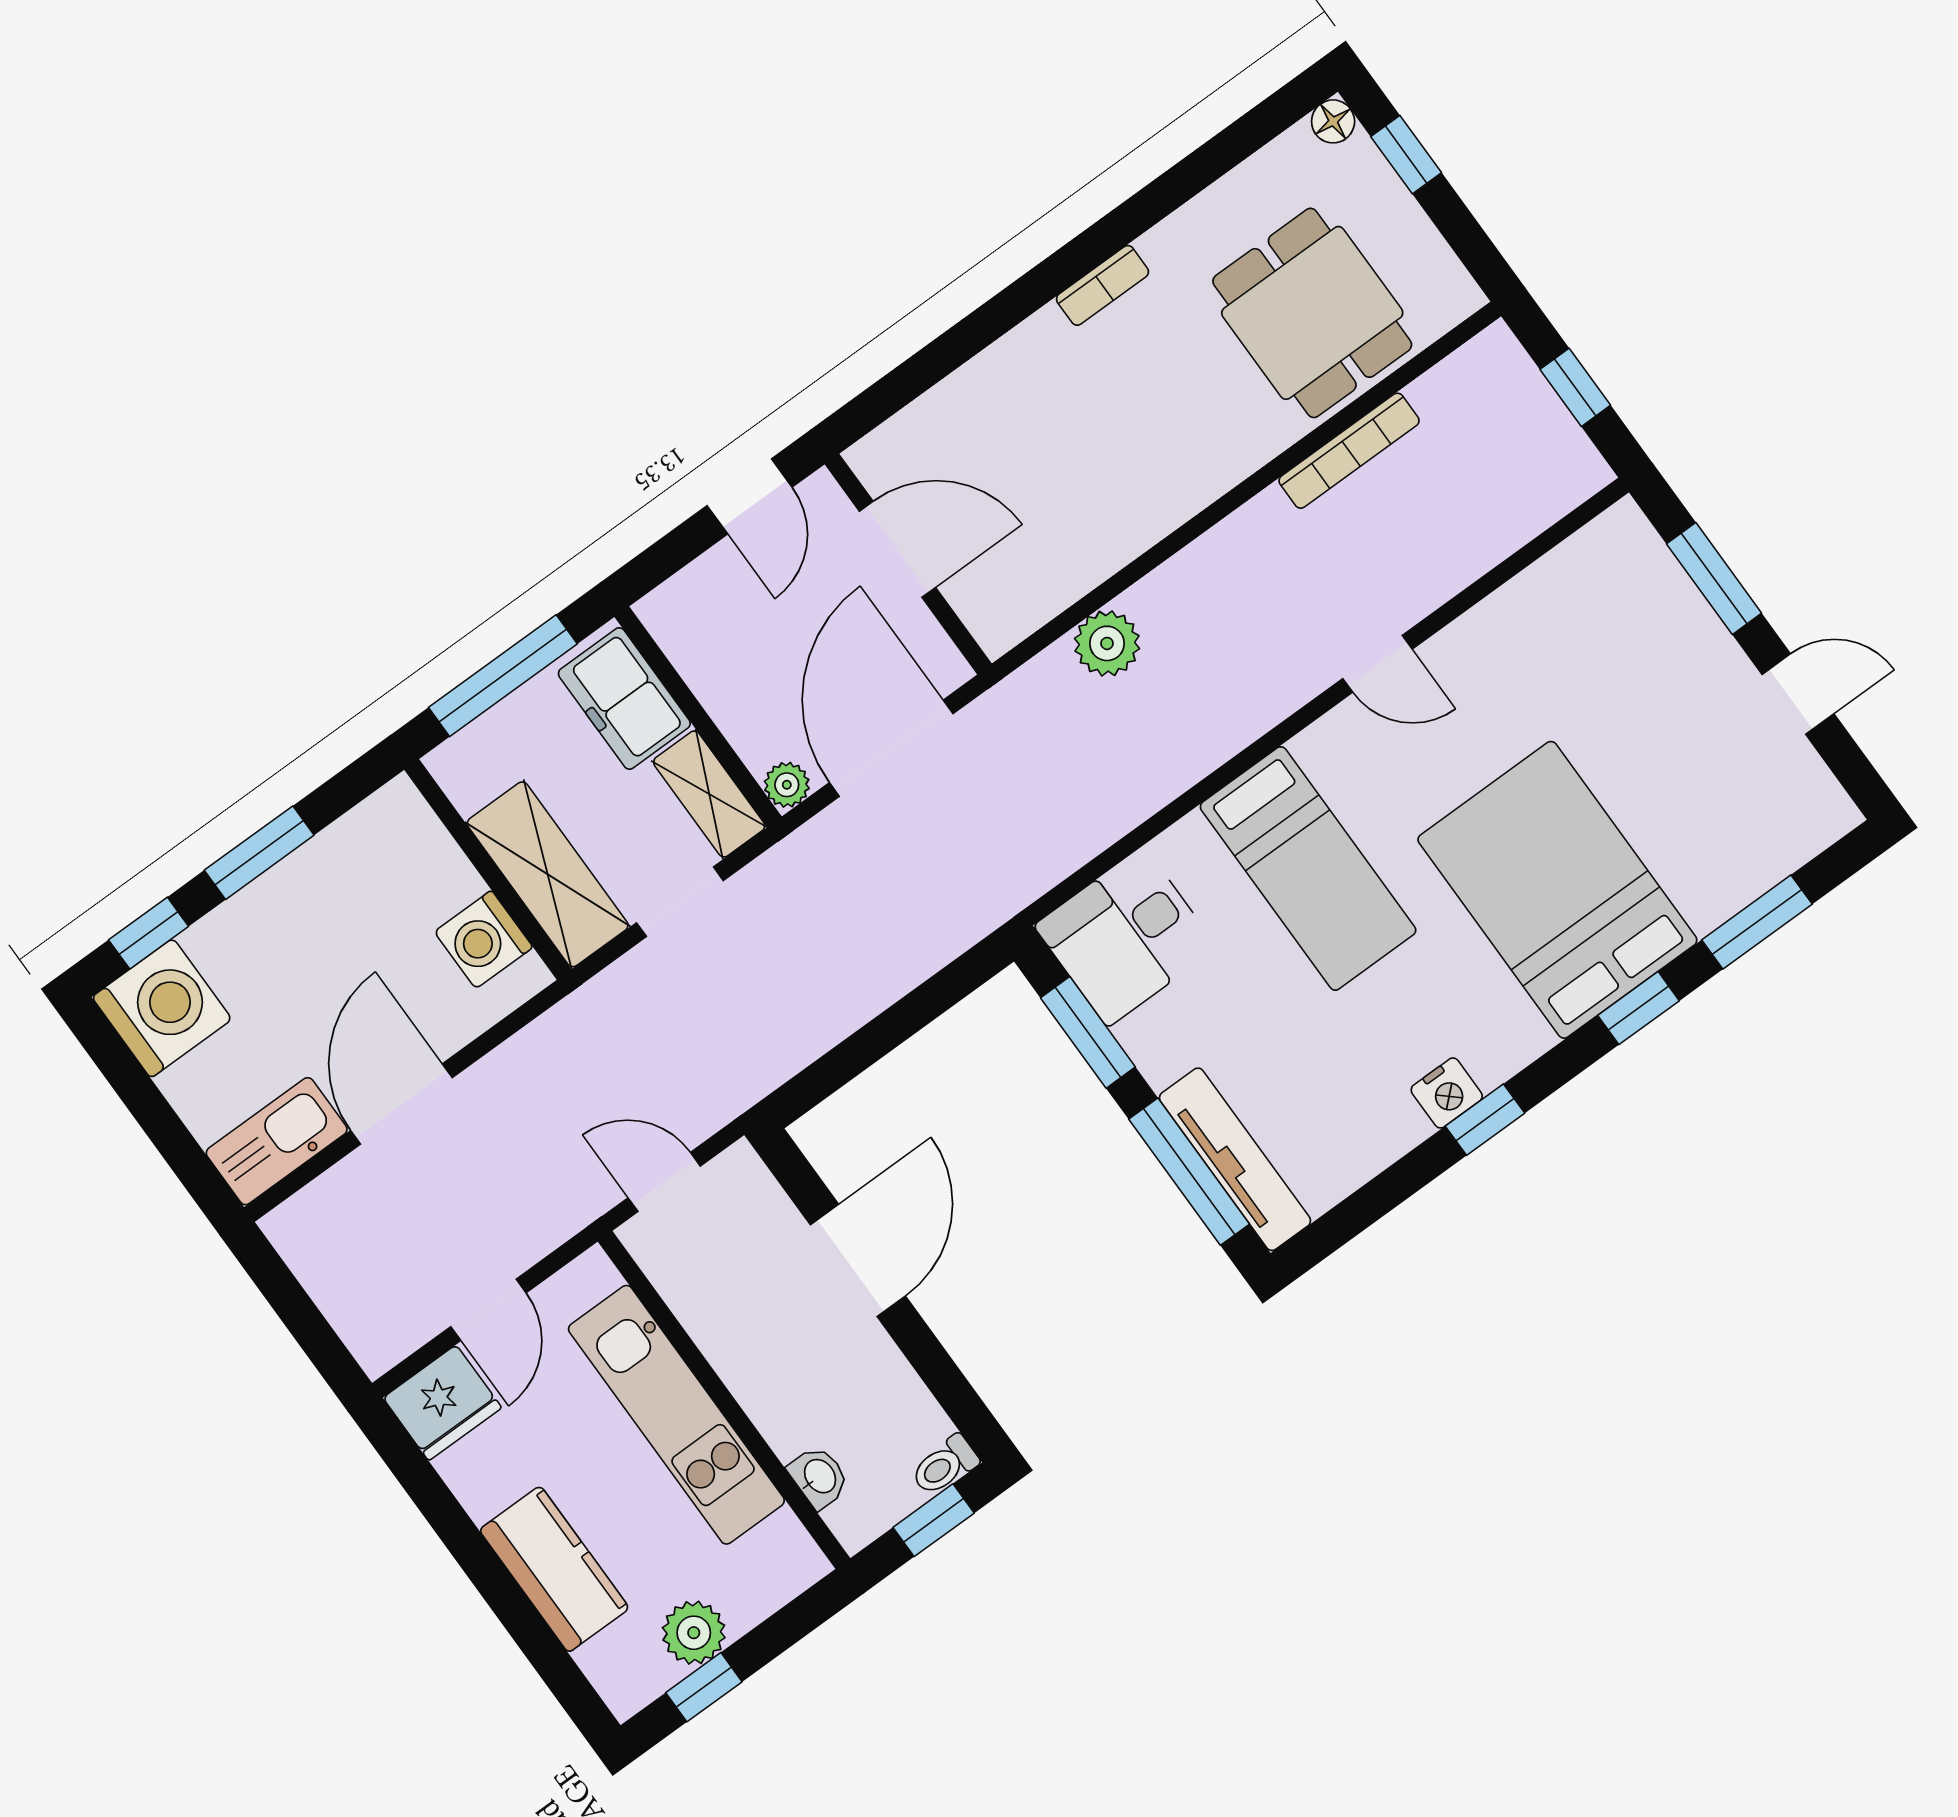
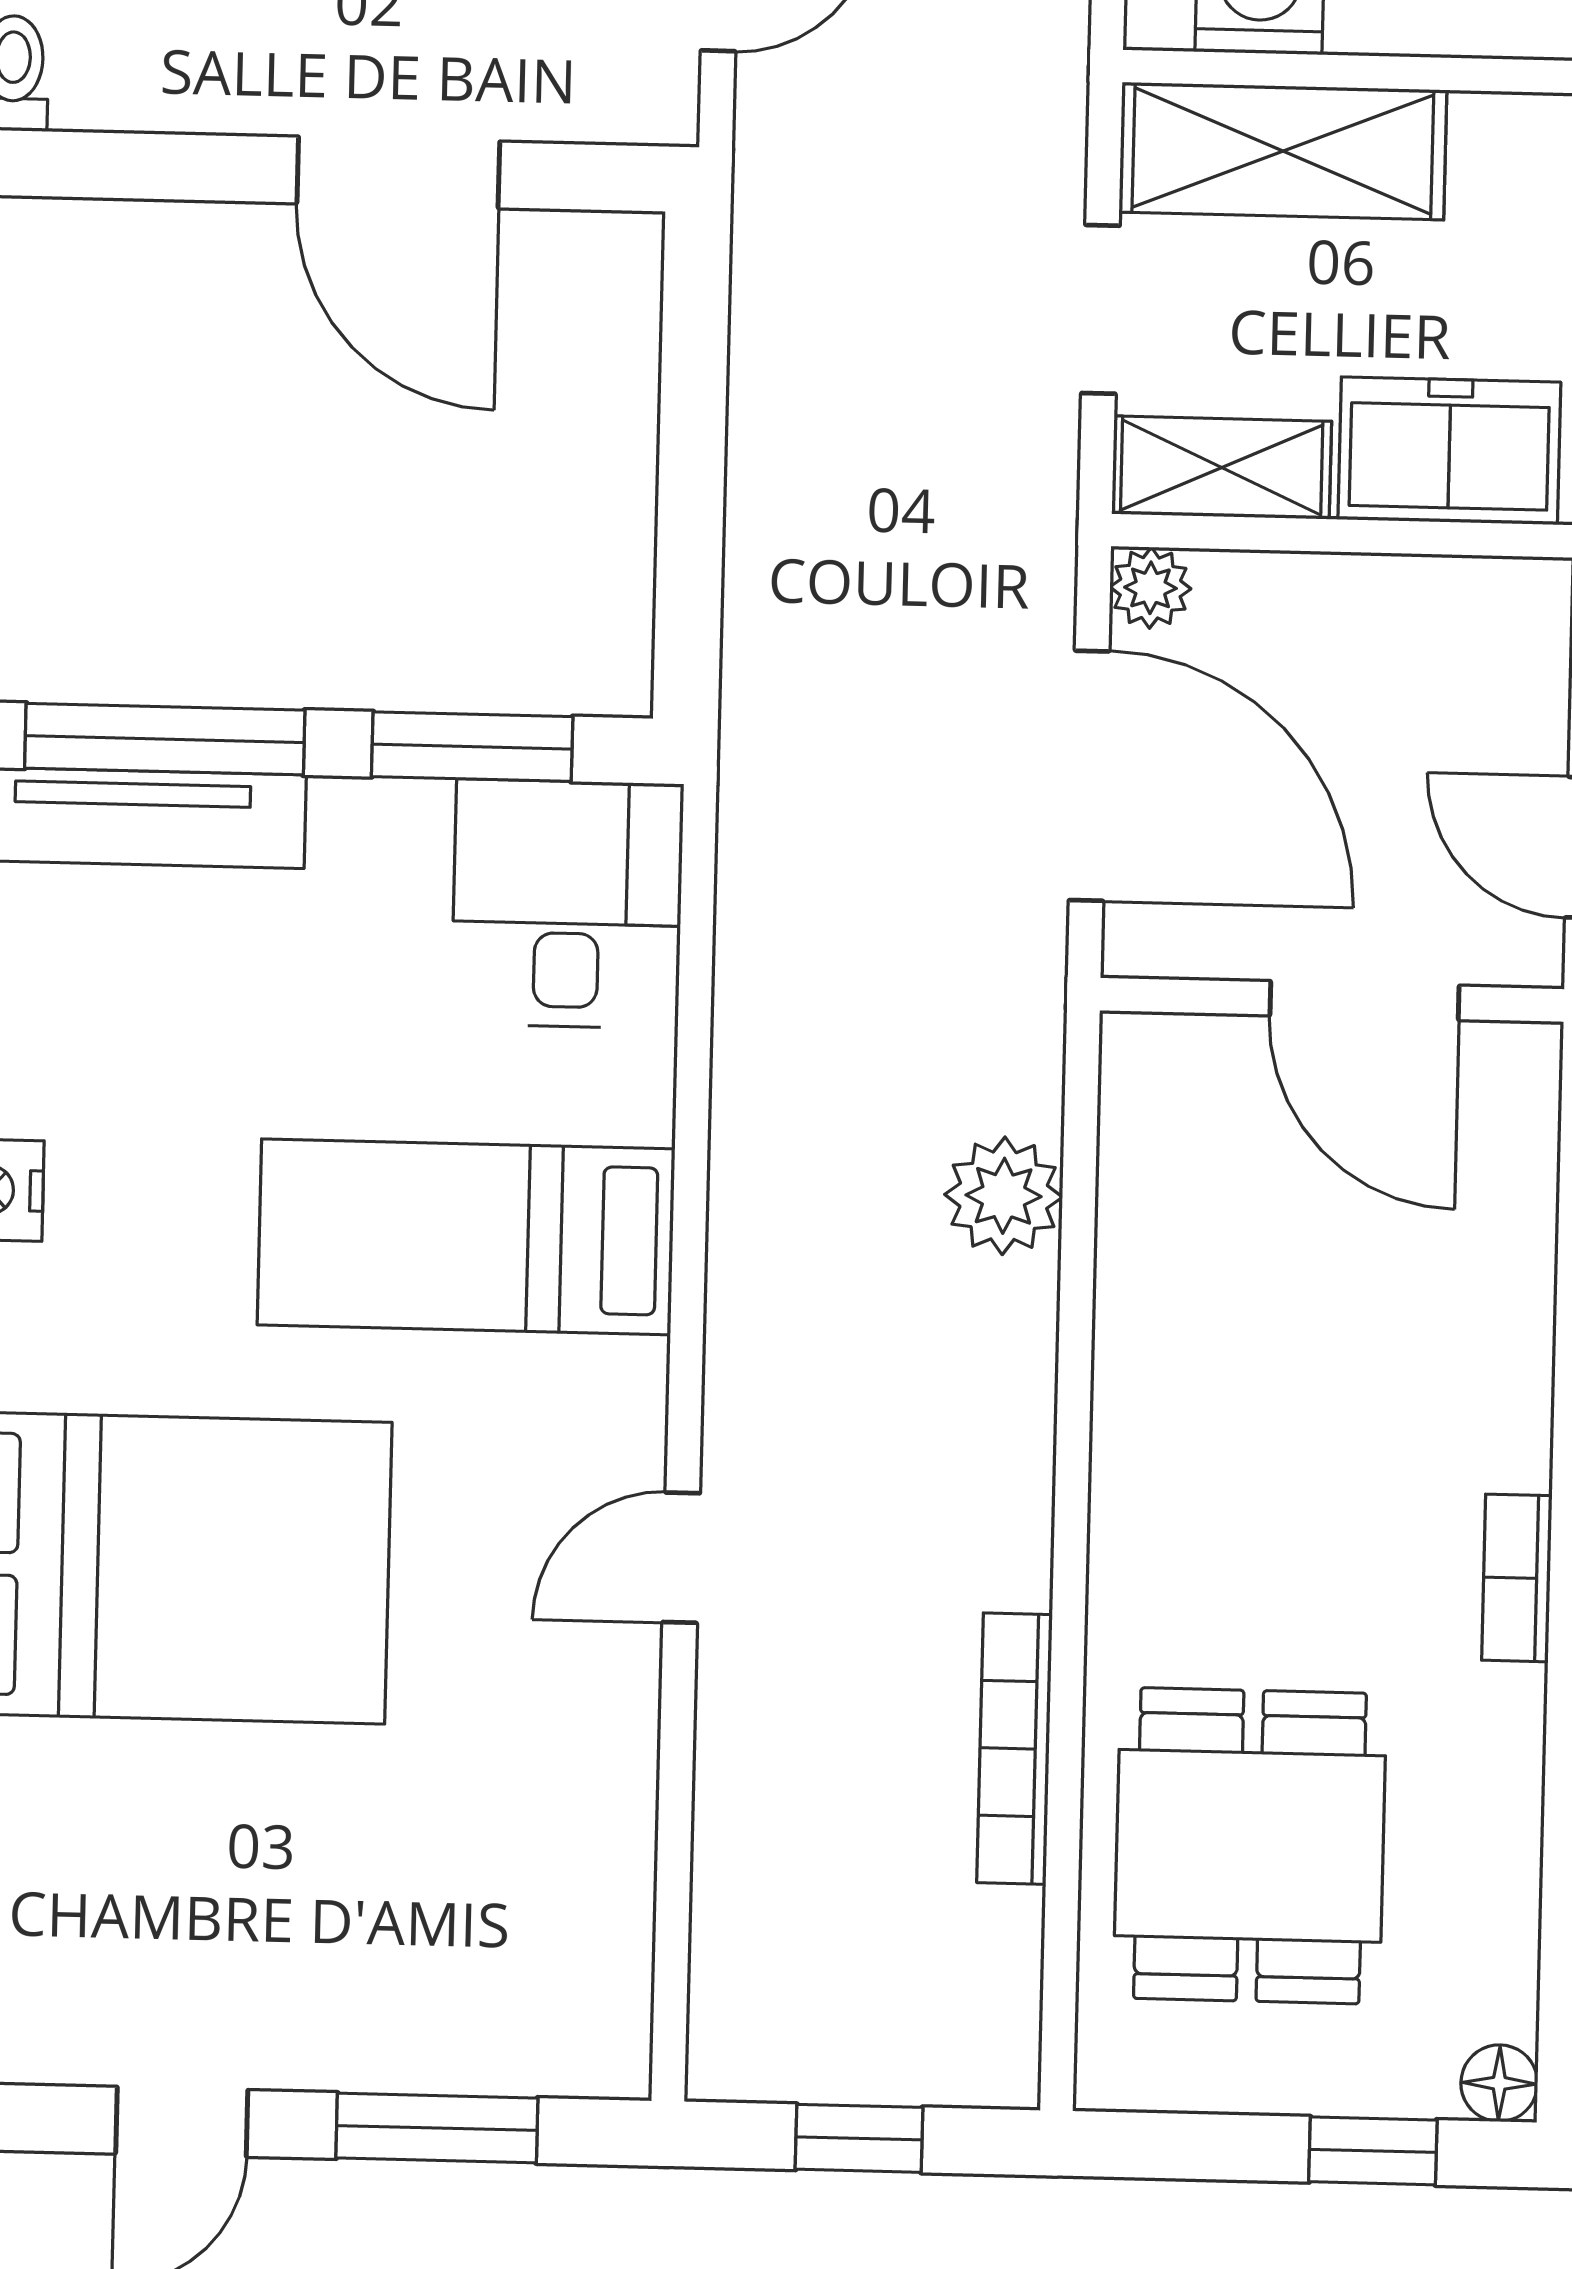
dining table: (1312, 313) -> (1250, 1846), turned 90
door: (898, 549) -> (1365, 1001), hinge flipped

